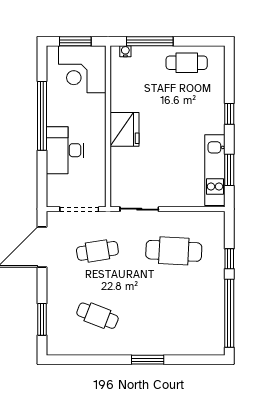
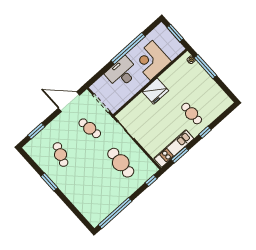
cafe table: (187, 63) -> (192, 114), moved
corner desk: (82, 69) -> (151, 60), moved
window: (229, 259) -> (151, 181), moved
window: (148, 360) -> (49, 182), moved

